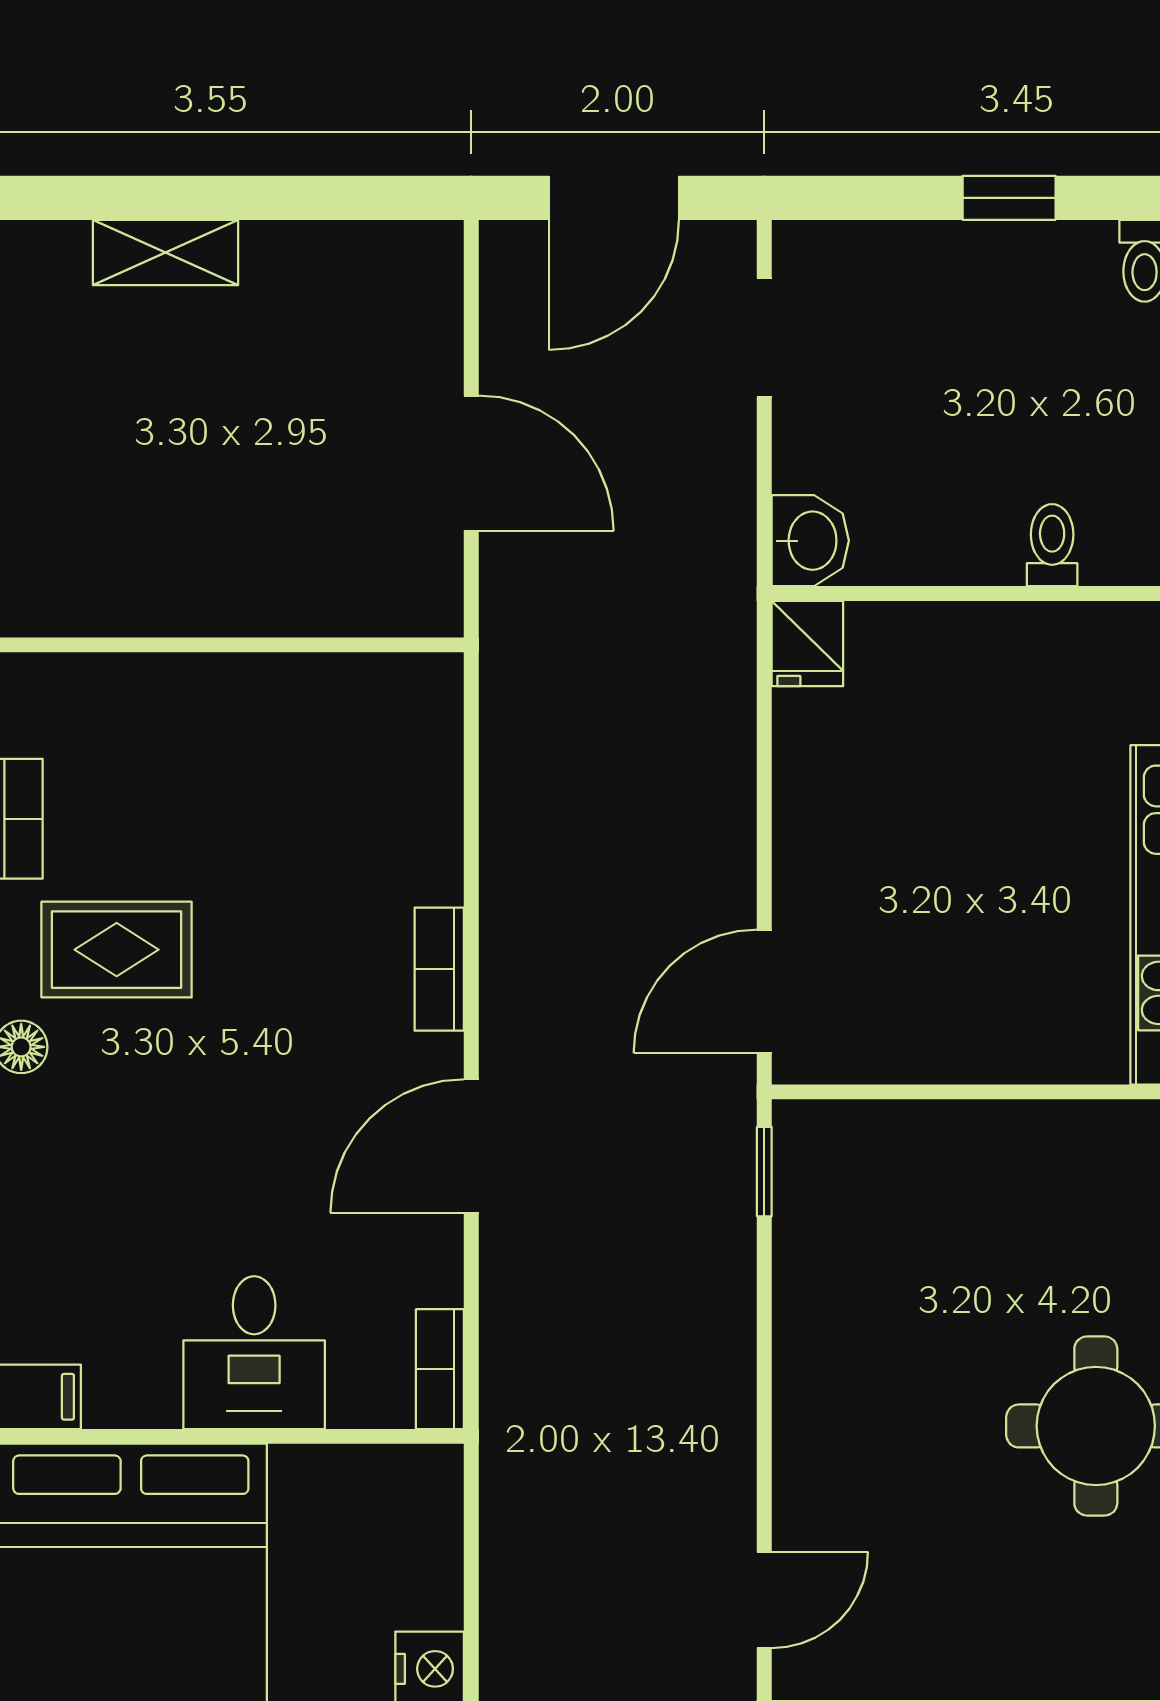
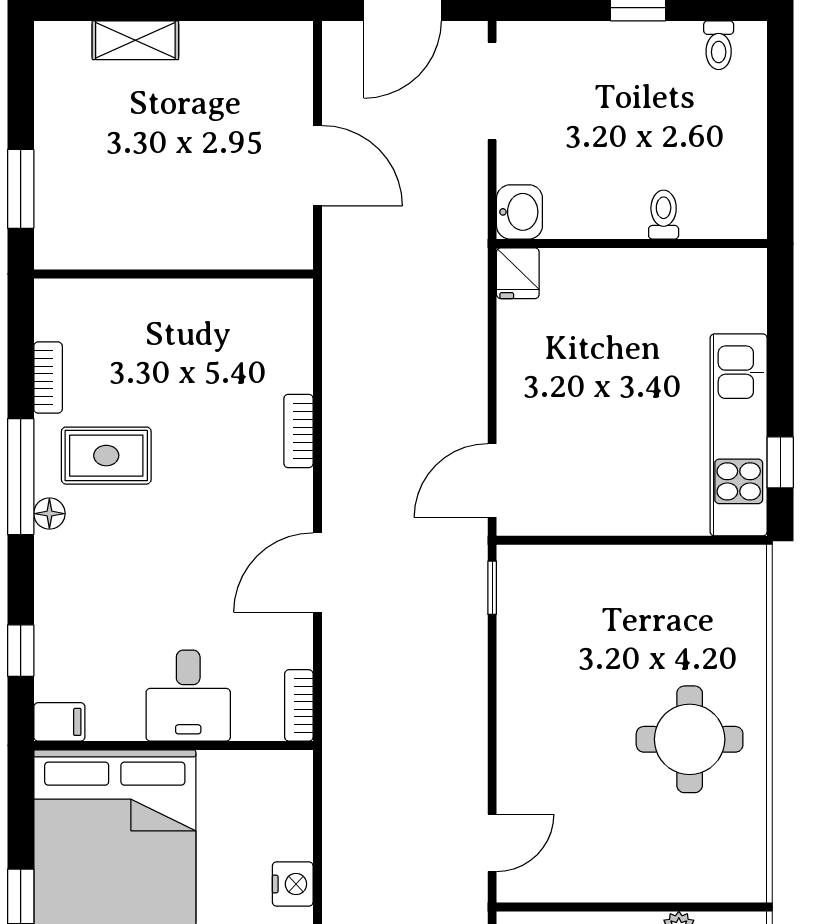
doorway: (764, 338) -> (492, 91), width x1.38
bookcase: (439, 969) -> (298, 431), moved

